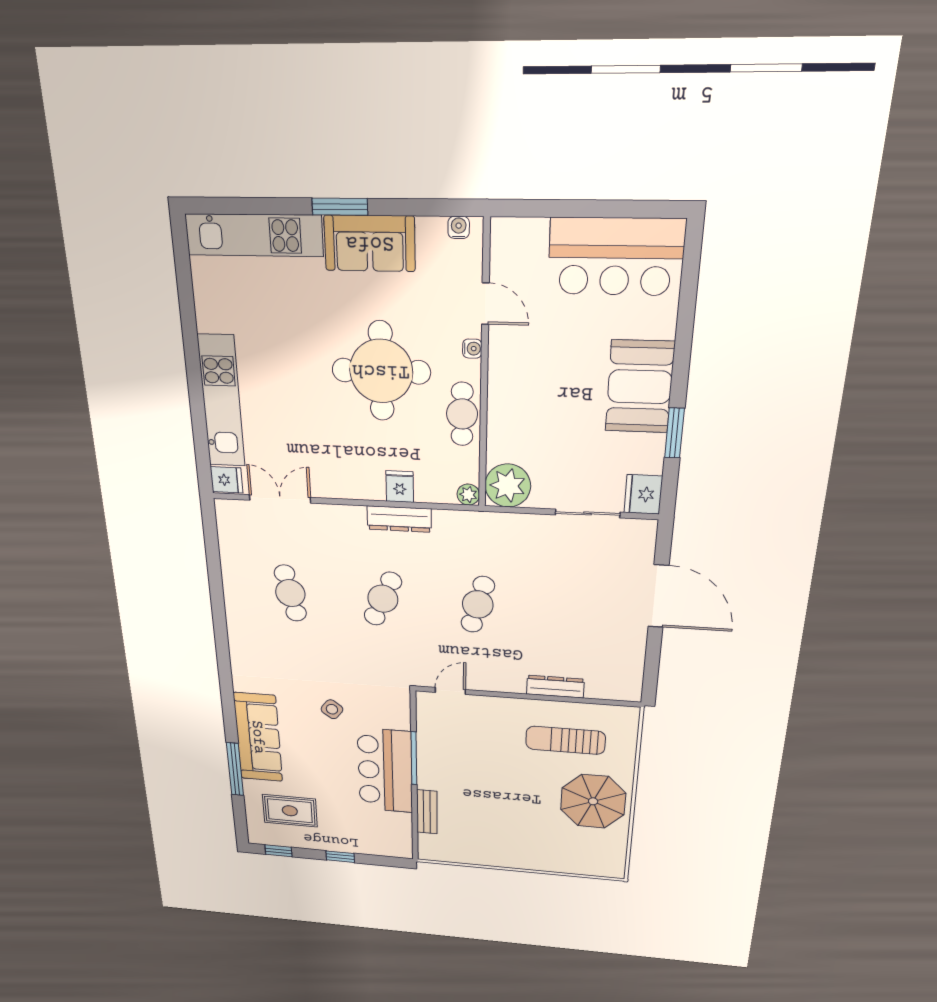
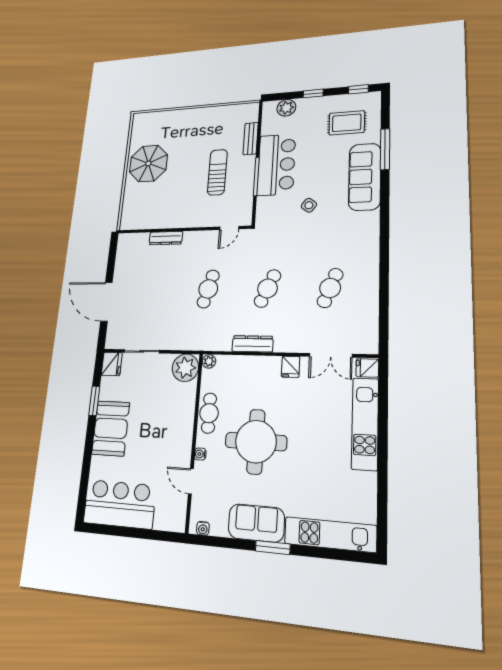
fridge: (400, 487) -> (291, 367), moved
cafe table: (290, 593) -> (330, 288), turned 33
sun lounger: (565, 740) -> (217, 172), moved, turned -90
plant: (377, 845) -> (286, 108), added

